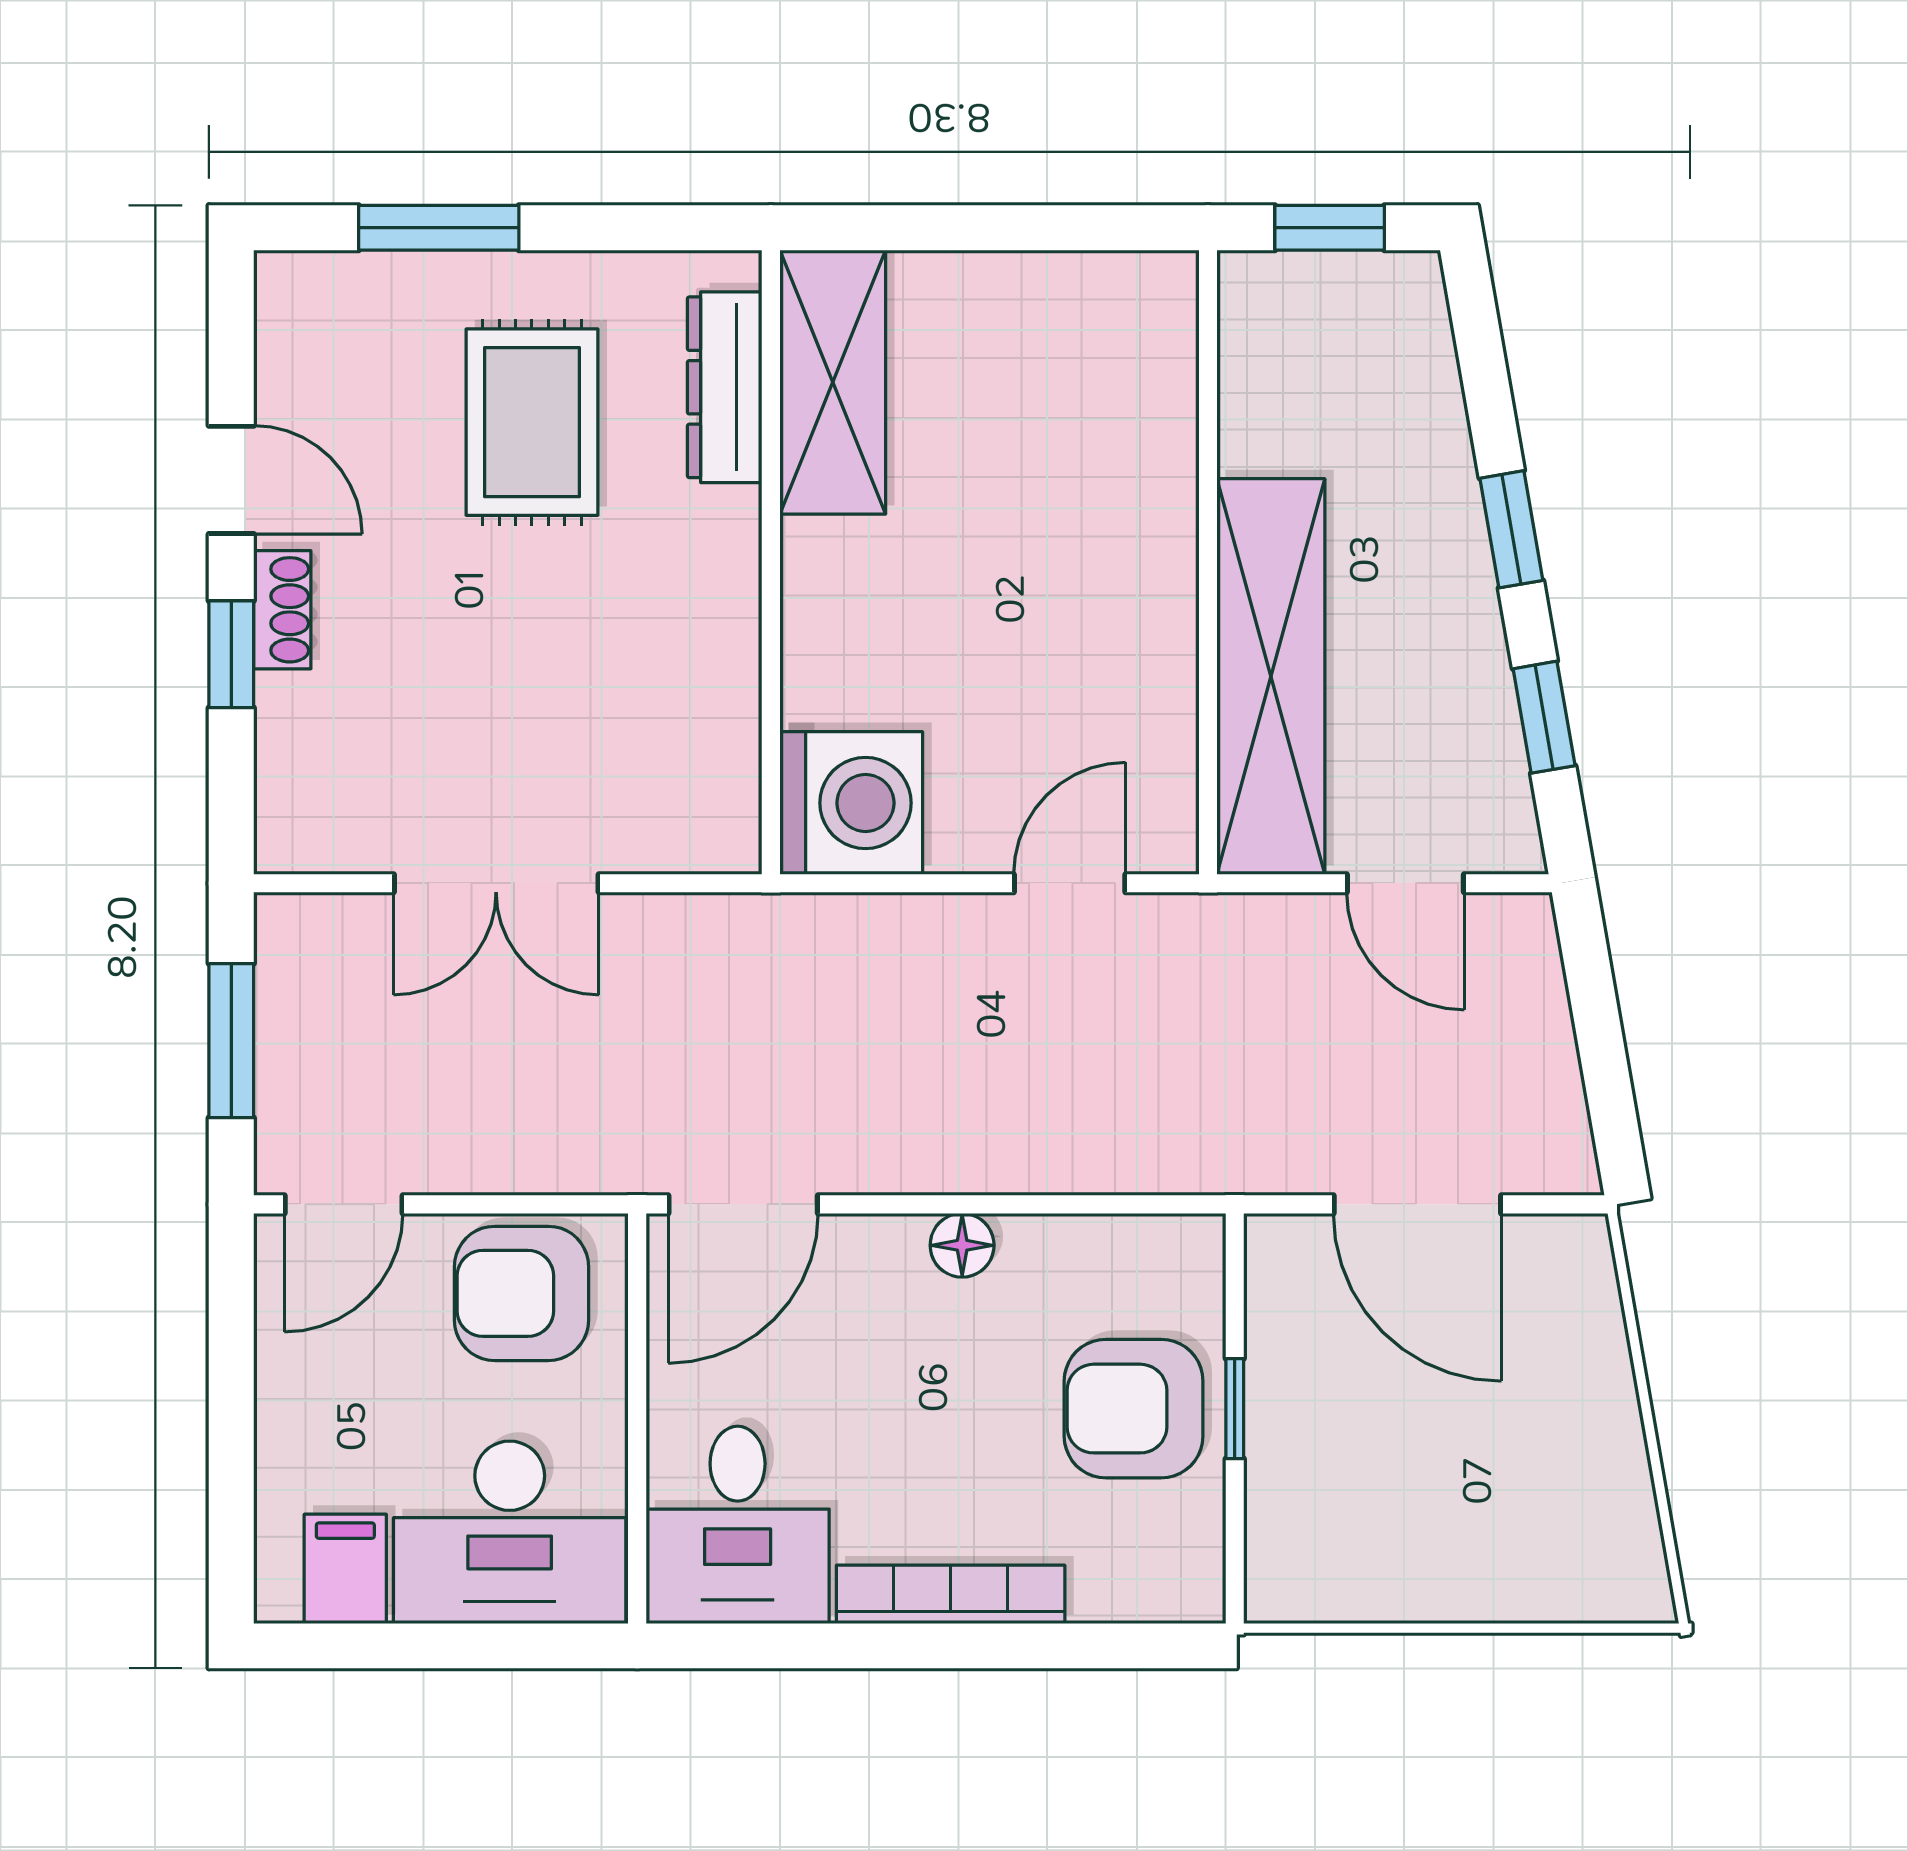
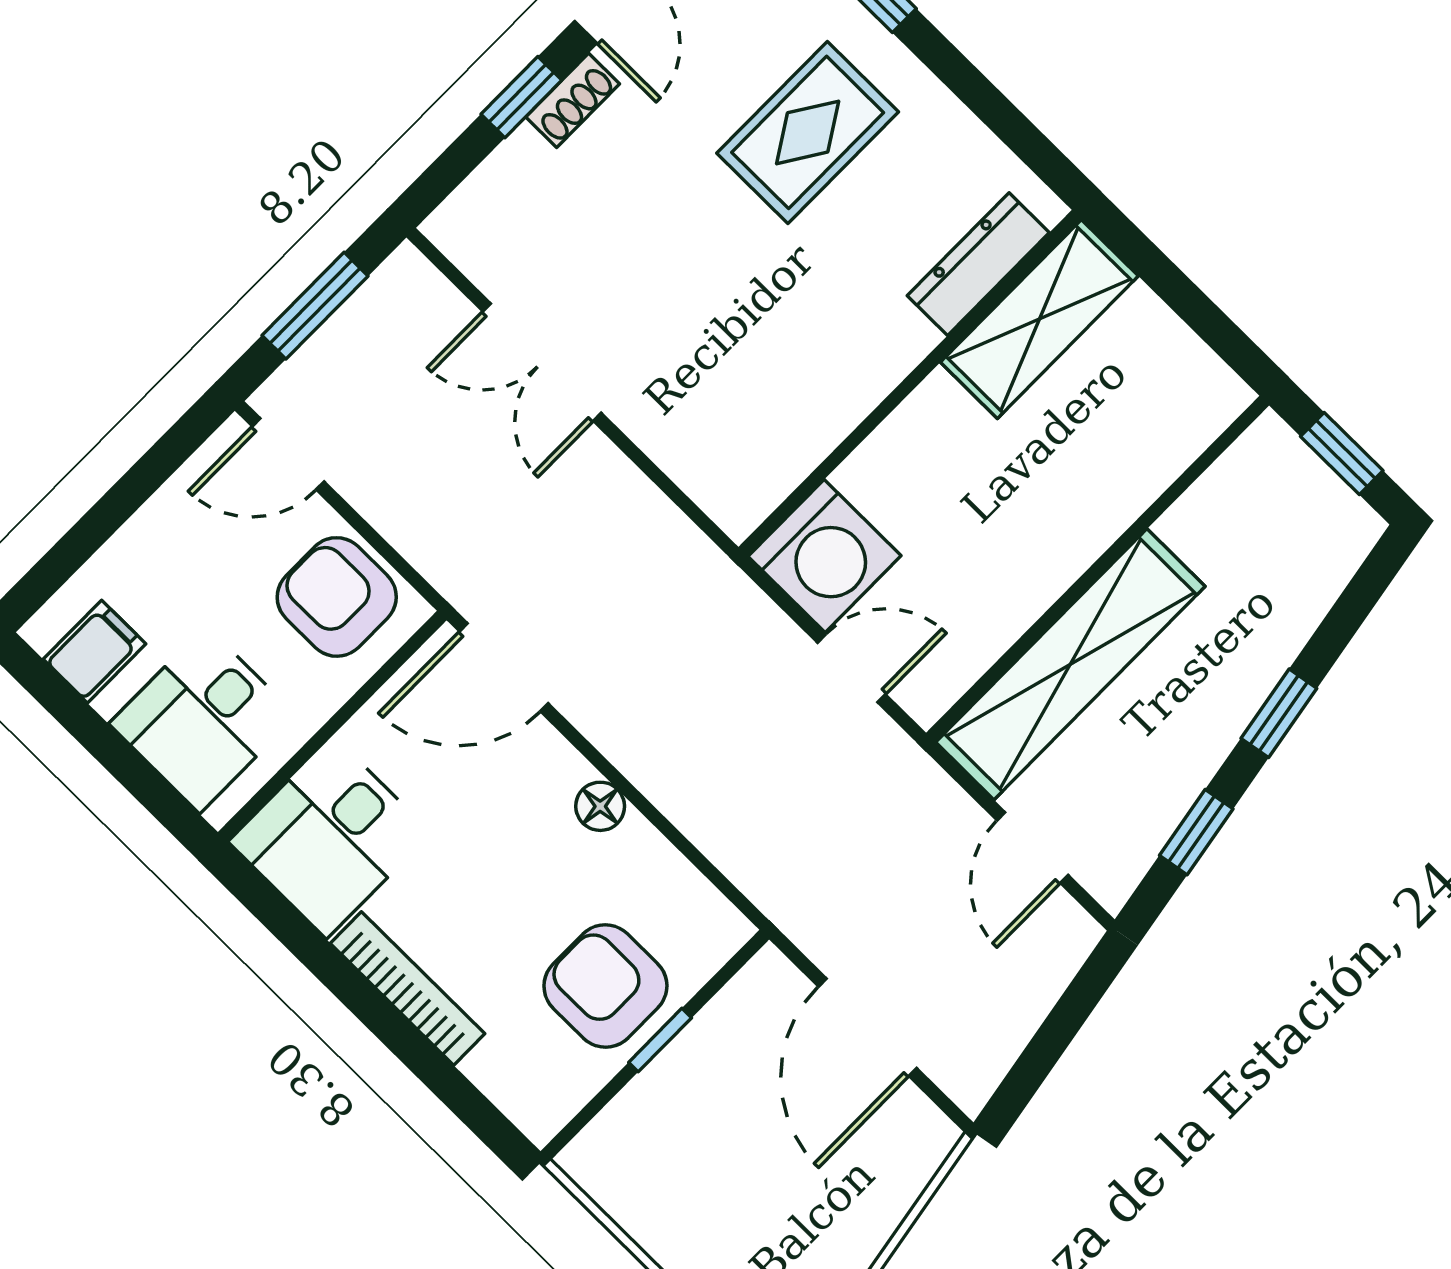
shelving: (833, 382) -> (1039, 319), moved
dresser: (725, 387) -> (978, 264), moved
wall: (771, 562) -> (910, 383), moved
washing machine: (851, 803) -> (825, 556), moved
desk: (510, 1532) -> (203, 720), width x0.73

